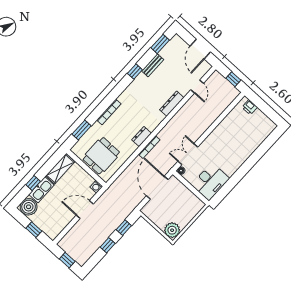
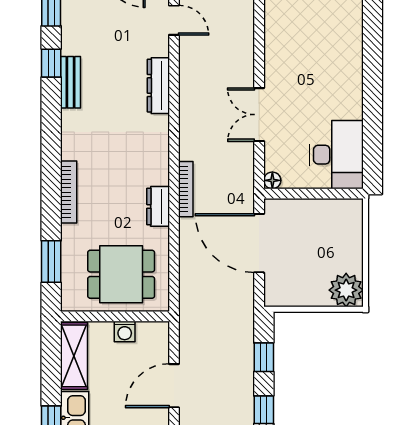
bench: (153, 65) -> (70, 82), moved
window: (135, 72) -> (51, 63), moved
dresser: (142, 137) -> (158, 206), moved
double door: (188, 154) -> (259, 115), moved
dining table: (101, 156) -> (121, 274), turned 90
washing machine: (96, 187) -> (125, 332), moved

